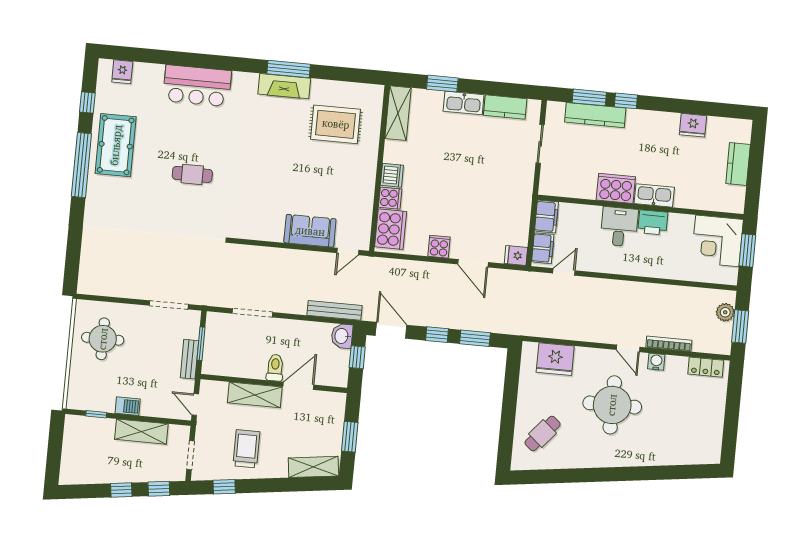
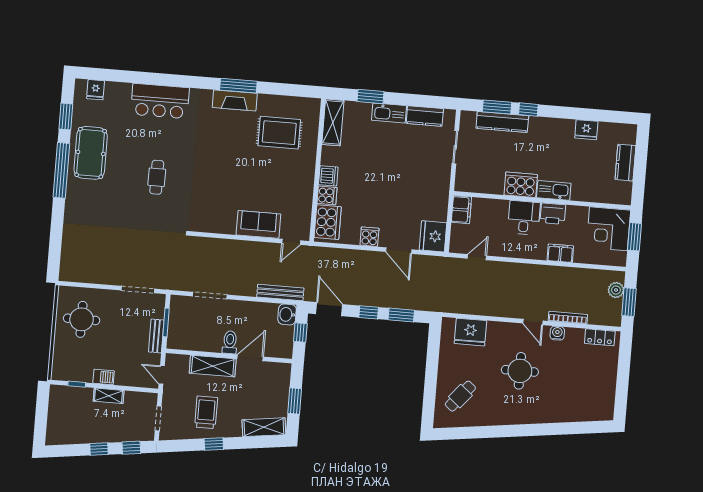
window: (87, 102) -> (66, 117), width x1.50
cafe table: (192, 174) -> (157, 177), turned 90
filing cabinet: (543, 248) -> (560, 253), moved, turned -90
fridge: (516, 256) -> (433, 236), width x1.88, depth x1.34
round table: (612, 405) -> (520, 371), width x0.73, depth x0.73
shelving: (141, 432) -> (109, 396), width x0.67, depth x0.75
window: (224, 487) -> (214, 444), moved

